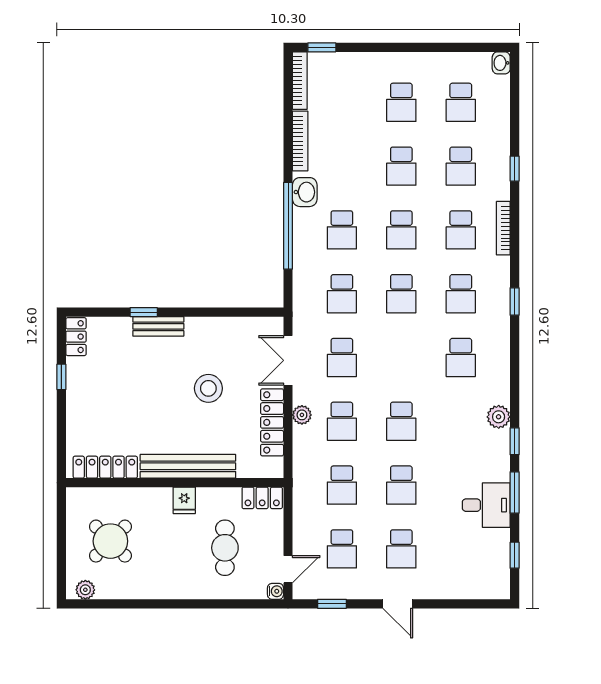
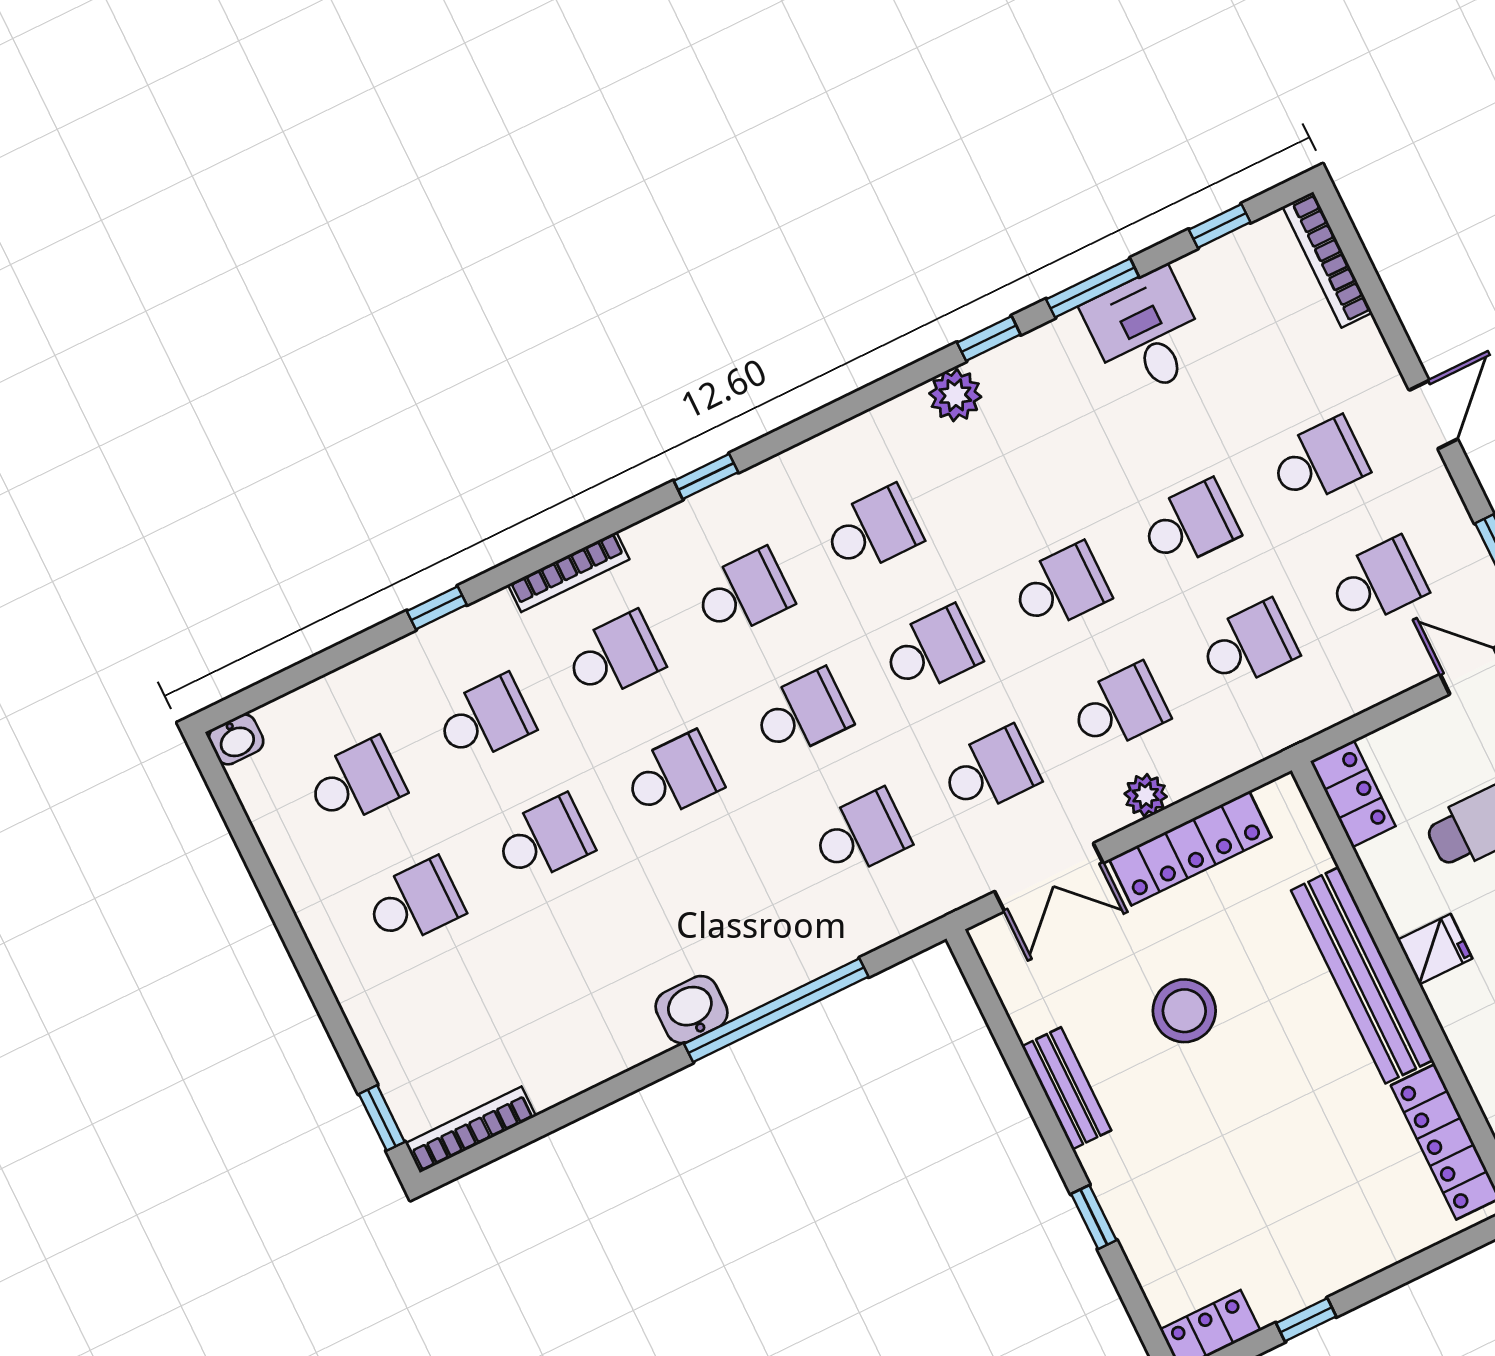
bookcase: (300, 141) -> (1327, 260), moved, turned -90
school desk: (342, 230) -> (931, 651), moved
bench: (158, 326) -> (1067, 1088), moved

